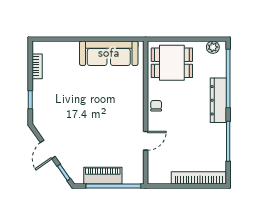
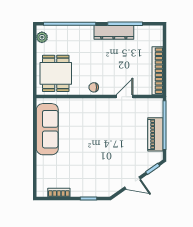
dresser: (218, 100) -> (114, 32), moved
door: (146, 141) -> (125, 97), hinge flipped
bookcase: (199, 178) -> (157, 71), moved

